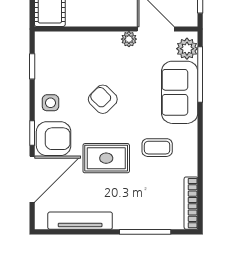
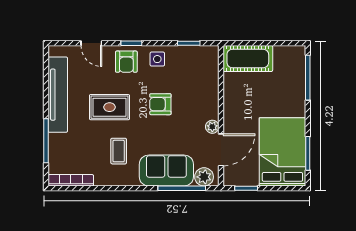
armchair: (103, 99) -> (160, 104), turned -135
armchair: (54, 139) -> (126, 62), width x0.72, depth x0.72
rug: (106, 158) -> (109, 107), turned 90
door: (32, 179) -> (91, 43), width x0.53
tv unit: (80, 221) -> (58, 95), width x1.36, depth x1.29

